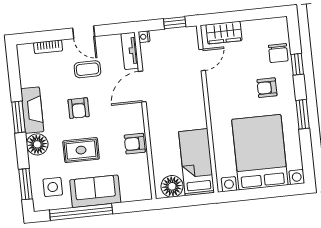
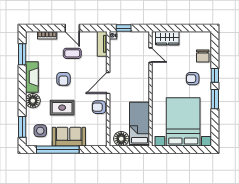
window: (175, 23) -> (124, 28), moved
door: (202, 60) -> (151, 55), hinge flipped
window: (297, 64) -> (215, 75), moved
door: (142, 87) -> (108, 83), moved
window: (19, 117) -> (22, 54), moved

